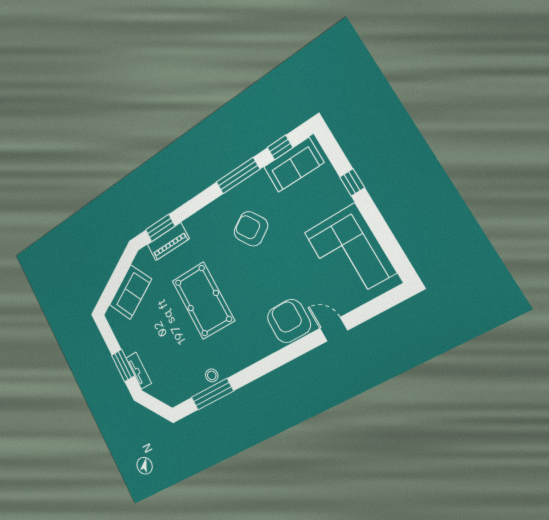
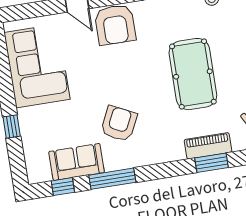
sofa: (294, 165) -> (77, 162), moved
armchair: (251, 229) -> (119, 124), turned -121

